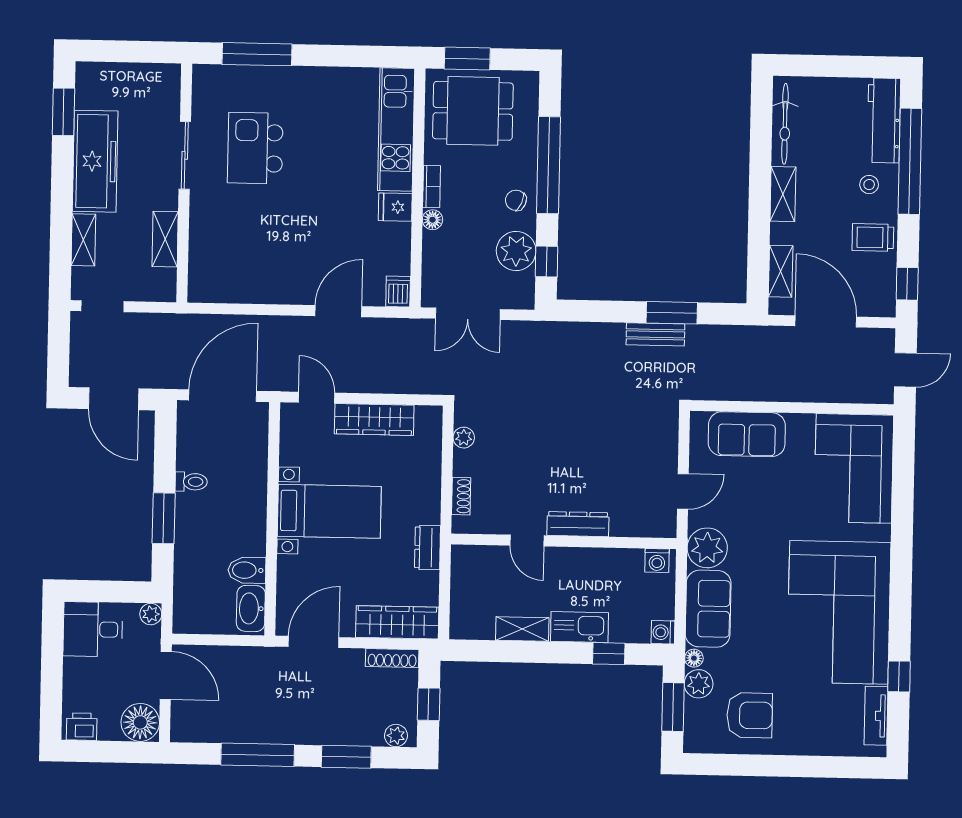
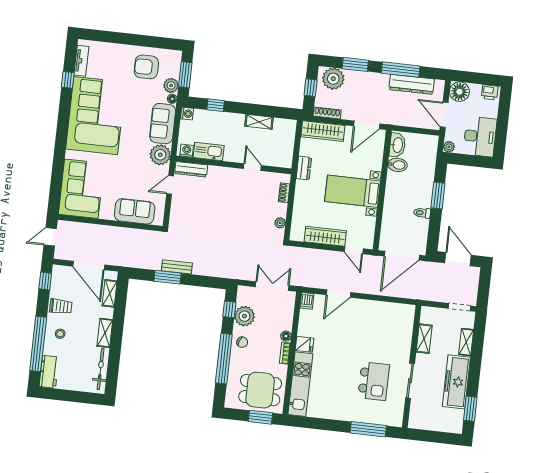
workbench: (884, 121) -> (49, 372), width x0.73
dresser: (578, 524) -> (191, 169), moved
kitchen sink: (579, 627) -> (209, 151), moved, turned 180
desk: (93, 629) -> (480, 137), width x1.37
dresser: (234, 728) -> (412, 84), added
plant: (396, 736) -> (333, 79), width x1.87, depth x1.87

